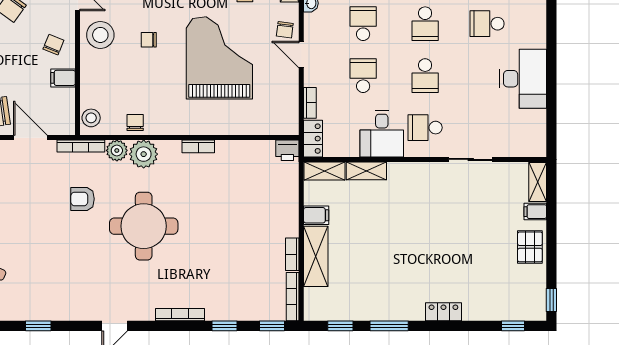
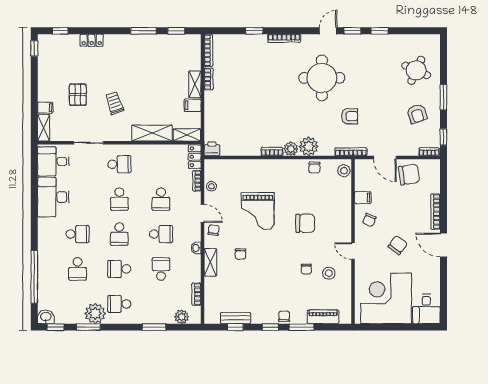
school desk: (363, 24) -> (161, 234), turned -90
school desk: (425, 24) -> (119, 234), turned 180
stool: (100, 35) -> (211, 186), moved, width x0.53, depth x0.53
chair: (149, 40) -> (305, 223), width x1.87, depth x1.87
grand piano: (219, 58) -> (258, 211), width x0.73, depth x0.68
school desk: (425, 76) -> (119, 199), turned 180
desk: (382, 134) -> (53, 161), moved, turned -90
plant: (117, 150) -> (291, 149), moved
shelving: (366, 171) -> (152, 133), width x1.50, depth x1.33
trolley: (432, 219) -> (115, 103), added
round table: (144, 226) -> (322, 78), moved
pallet: (530, 247) -> (78, 95), moved
shelving: (316, 256) -> (195, 84), width x0.67, depth x0.75
locker: (443, 312) -> (92, 40), moved
window: (272, 326) -> (352, 31), moved

